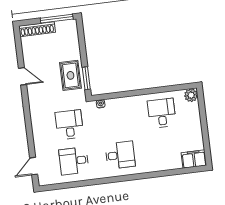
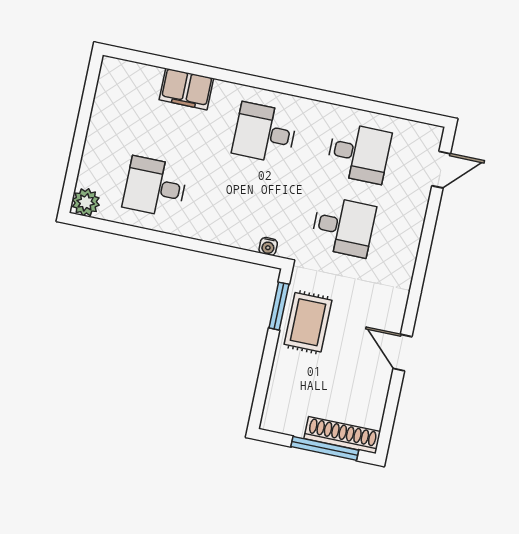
window: (57, 19) -> (325, 448), moved
desk: (162, 113) -> (155, 187), turned 90
desk: (69, 125) -> (343, 227), turned -90
filing cabinet: (194, 159) -> (186, 89), moved

